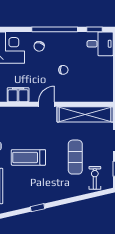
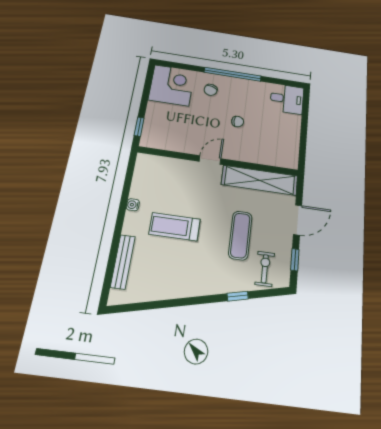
window: (94, 29) -> (281, 82), removed
filing cabinet: (18, 95) -> (174, 142), removed
window: (37, 208) -> (238, 296), moved

